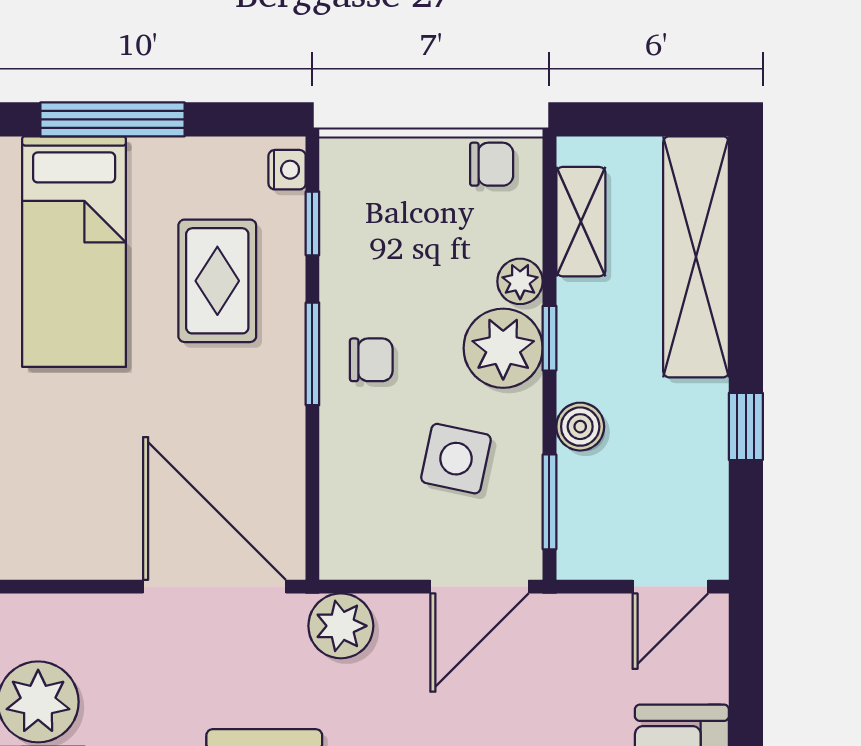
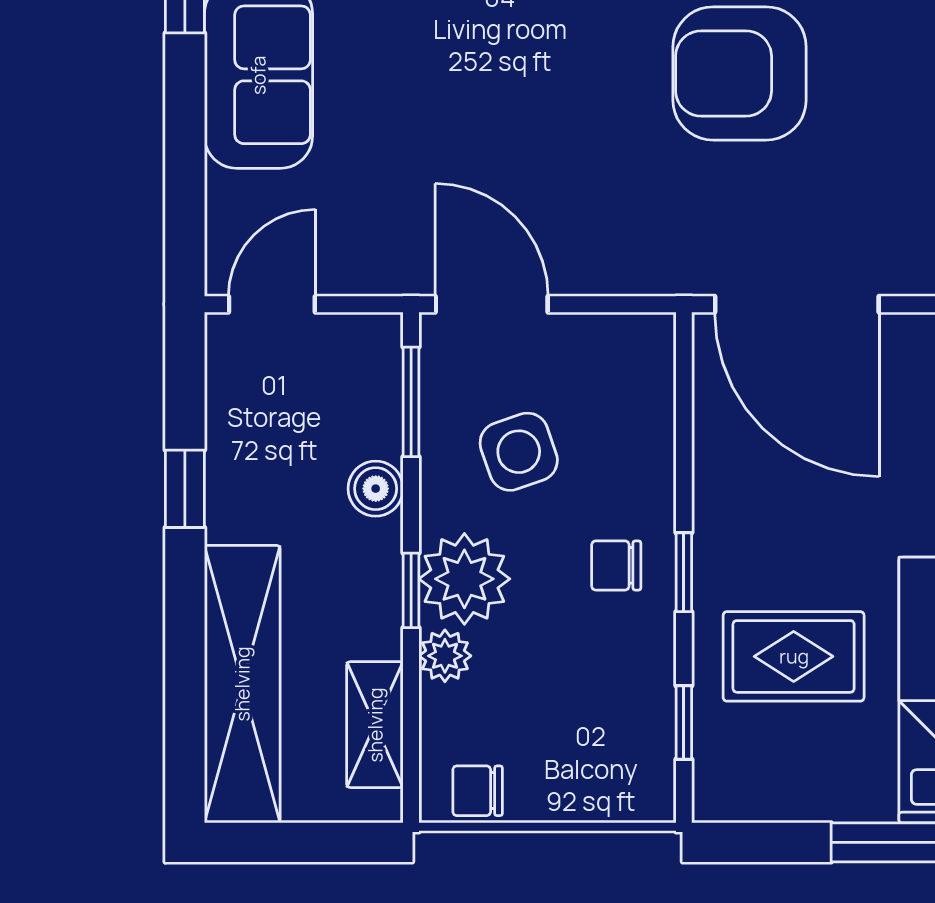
nightstand: (287, 170) -> (713, 784), removed
rug: (217, 281) -> (794, 656), turned 90
window: (312, 354) -> (684, 572), width x0.67
side table: (456, 459) -> (519, 452), turned -31
door: (479, 587) -> (492, 304), hinge flipped
plant: (341, 626) -> (651, 259), removed

